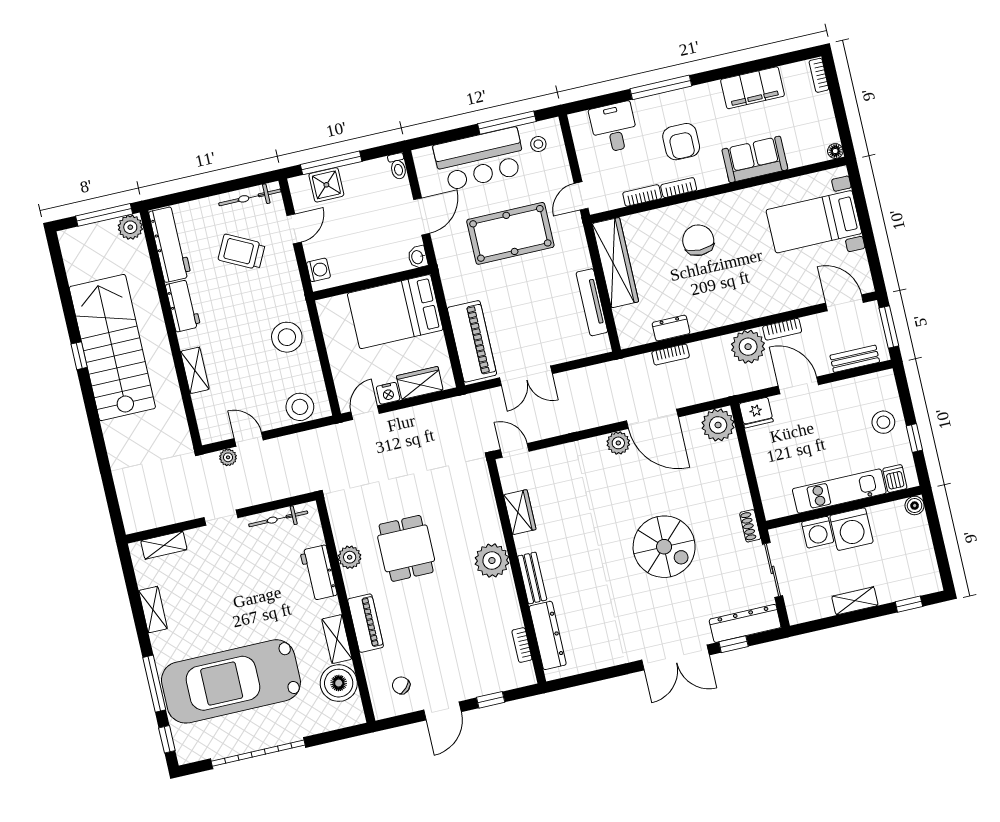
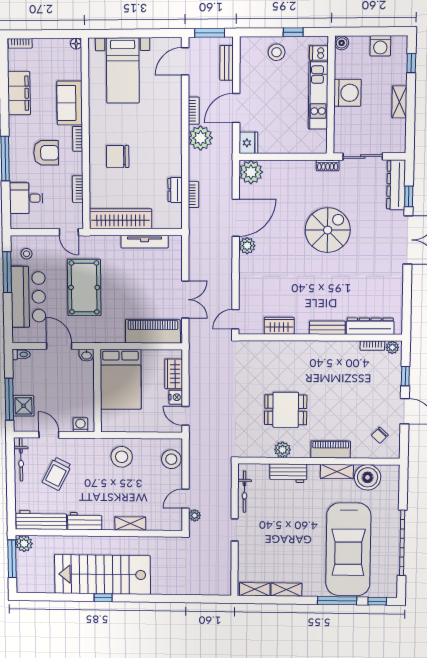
bookcase: (679, 188) -> (78, 139), moved
washing machine: (818, 532) -> (380, 46), moved, turned 90
shelving: (164, 545) -> (255, 589), moved, turned 90
plant: (492, 561) -> (392, 347), moved, width x0.53, depth x0.53

